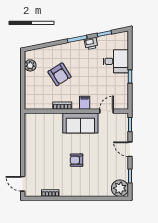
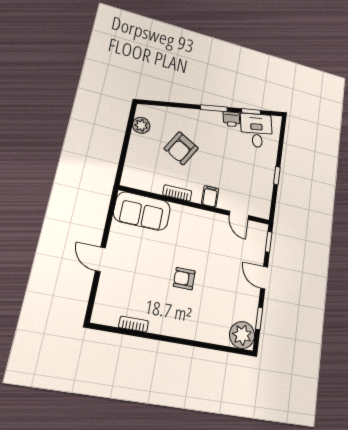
desk: (116, 61) -> (257, 131), moved, turned -101
armchair: (60, 74) -> (181, 148), turned 61
door: (107, 111) -> (239, 215), swing flipped
sofa: (80, 123) -> (142, 211), moved
door: (23, 184) -> (100, 259), moved

